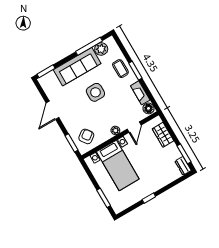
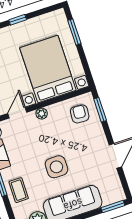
armchair: (86, 136) -> (80, 114), turned 130
bed with nightstands: (118, 165) -> (48, 69), width x1.36

